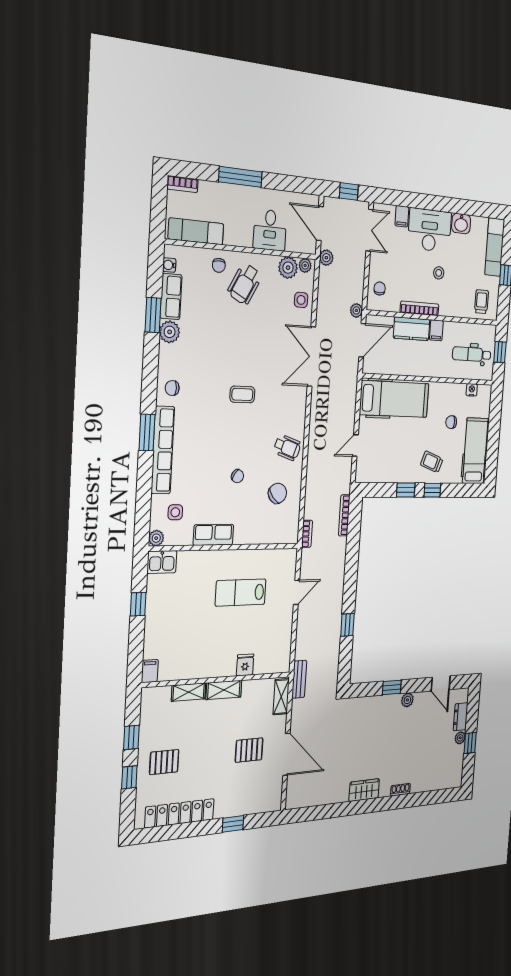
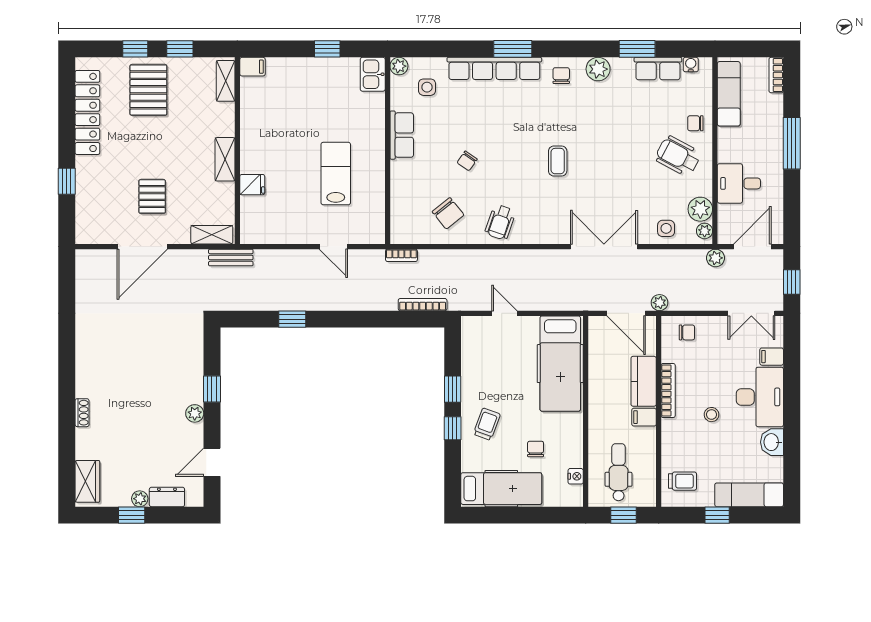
plant: (170, 332) -> (598, 69), moved
shelving: (189, 692) -> (226, 81), moved
pallet: (164, 762) -> (148, 90), width x1.50, depth x1.42
wardrobe: (364, 790) -> (87, 481), moved

